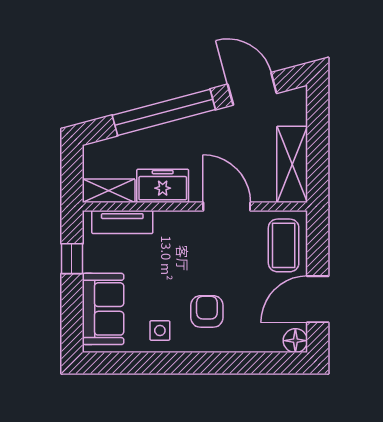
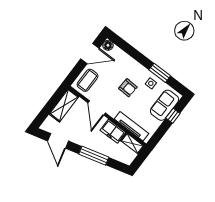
window: (164, 112) -> (94, 156), width x0.68
tv unit: (122, 222) -> (132, 126), width x1.41
window: (72, 259) -> (173, 116), moved
armchair: (207, 311) -> (128, 88), moved, turned -87
window: (158, 363) -> (160, 73), added

